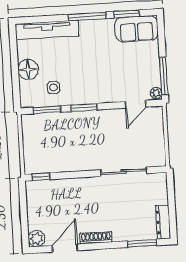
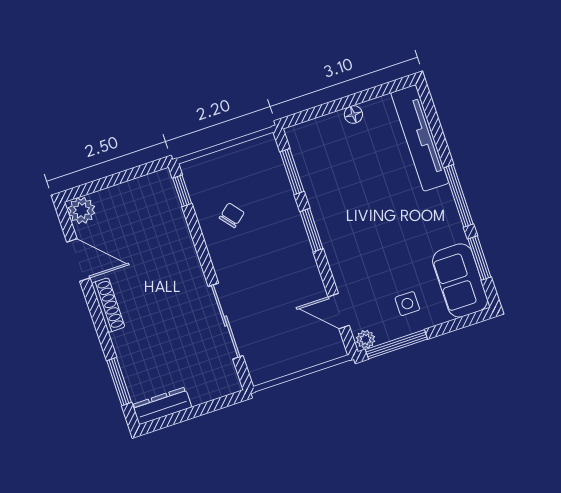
floor lamp: (28, 69) -> (353, 114), width x0.53, depth x0.53
side table: (54, 87) -> (407, 304), moved
chair: (63, 152) -> (232, 215), added

